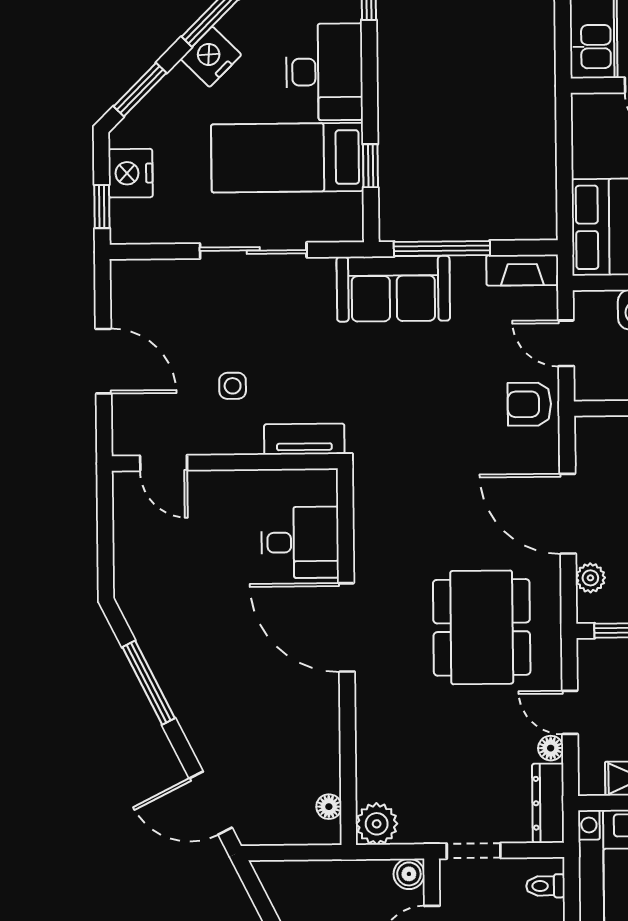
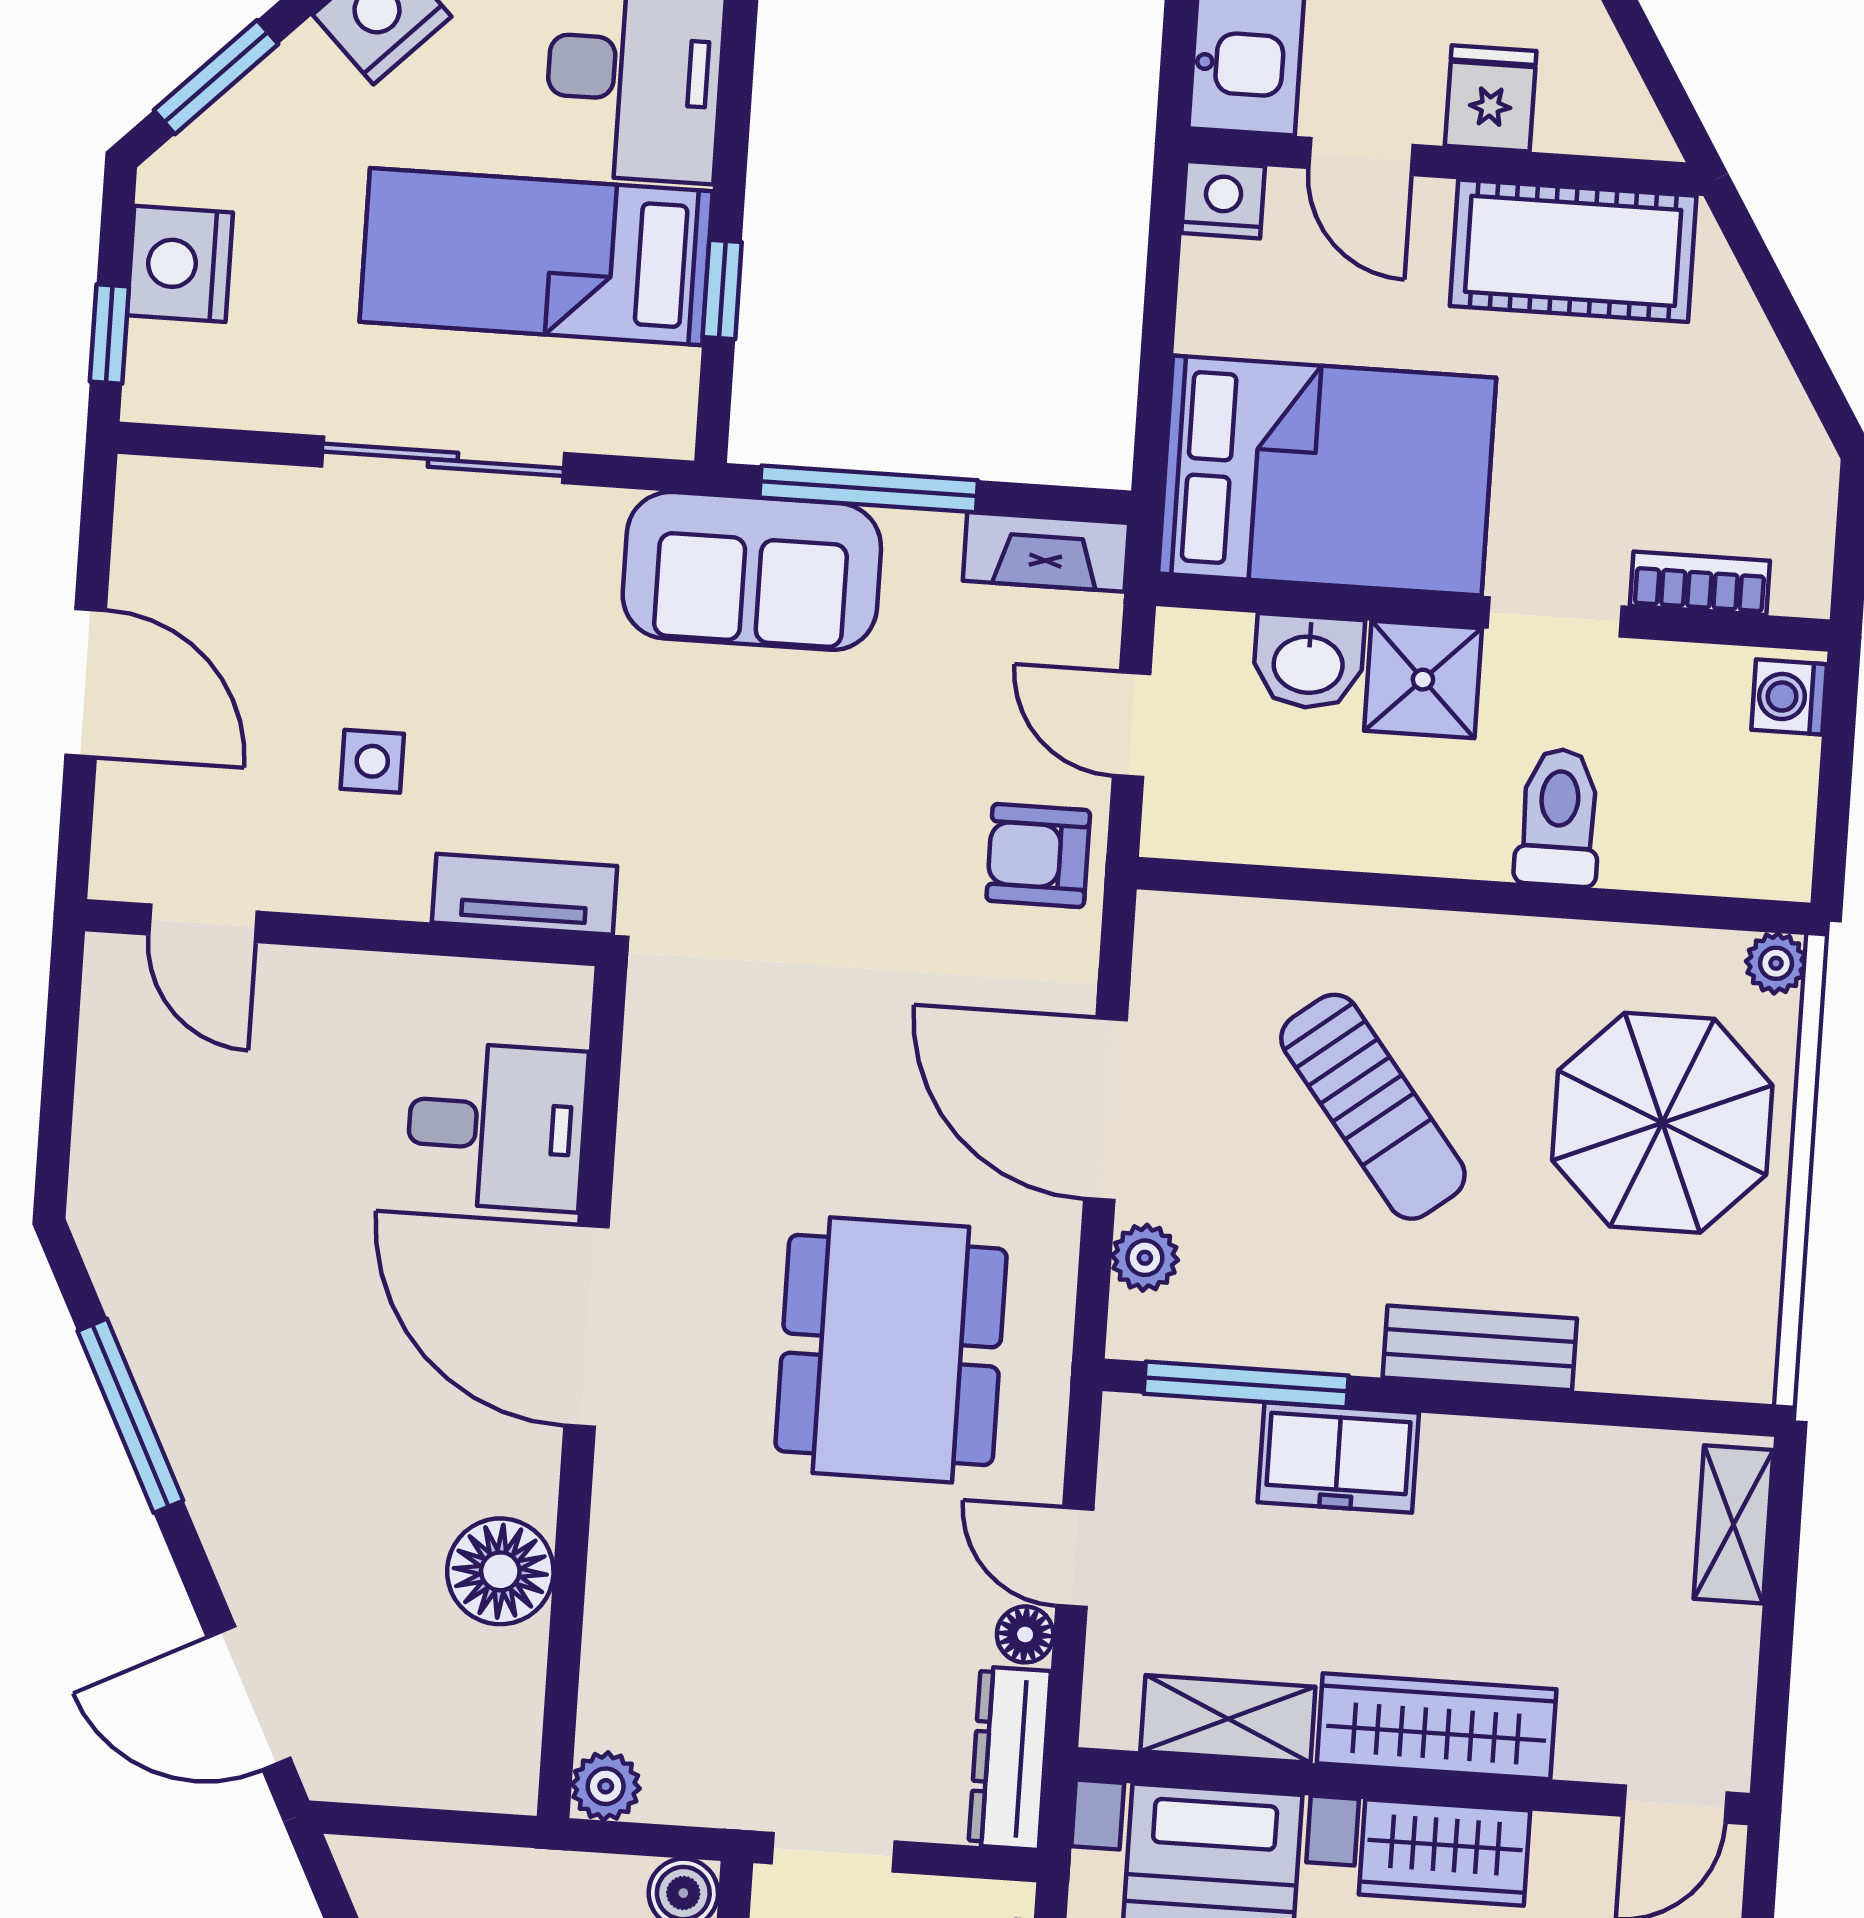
nightstand: (588, 109) -> (1223, 200), added
floor lamp: (329, 807) -> (500, 1571), moved, width x1.89, depth x1.89
plant: (377, 824) -> (606, 1786), width x0.73, depth x0.73

